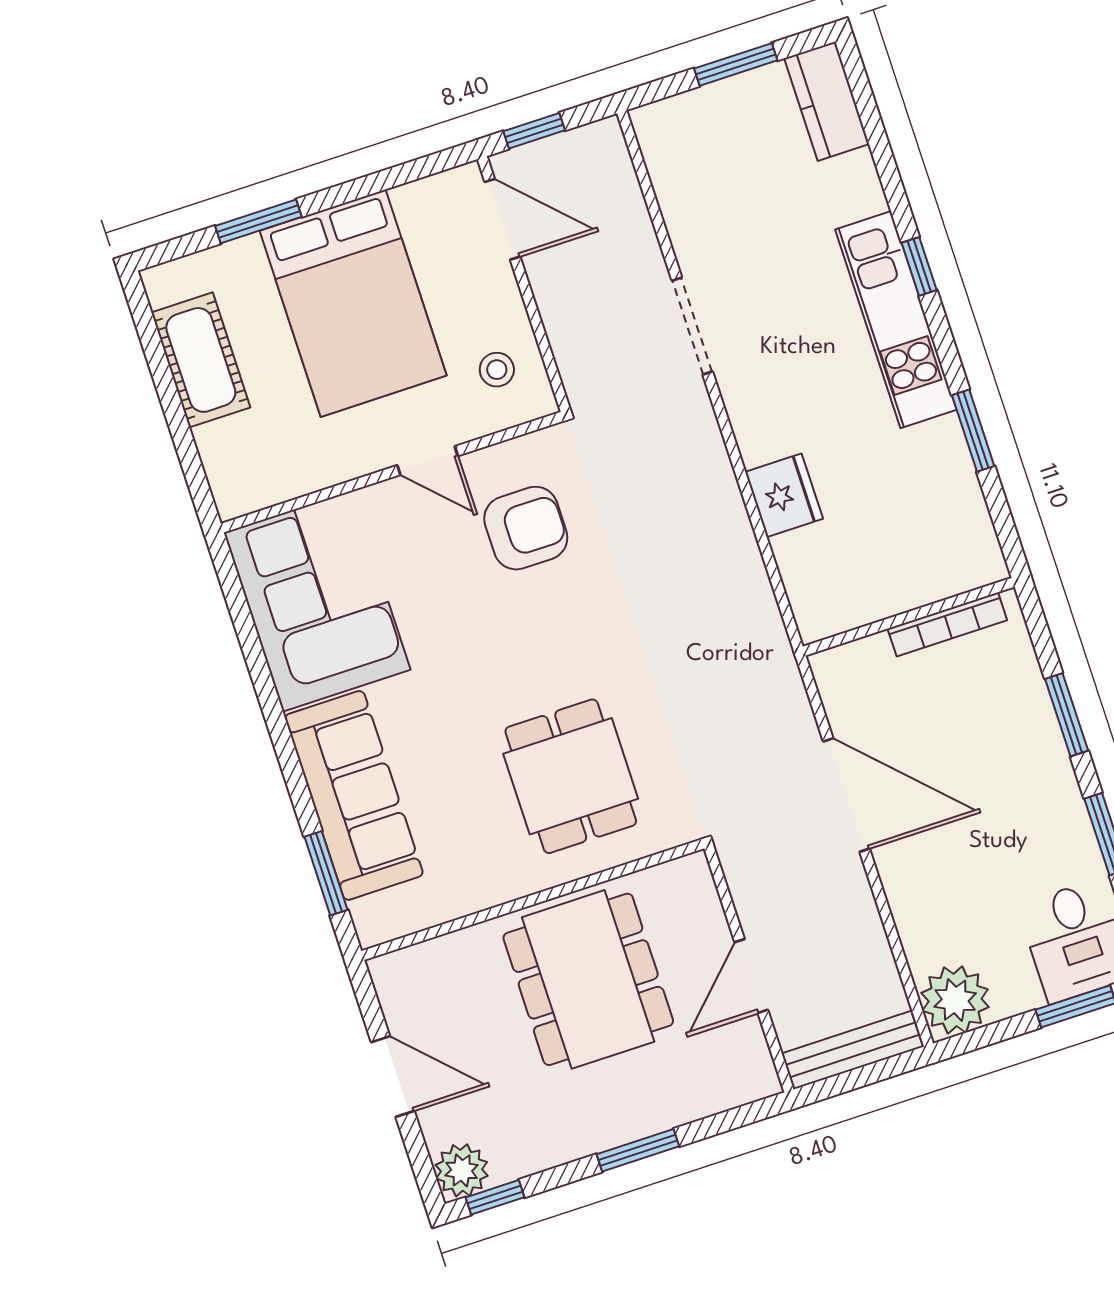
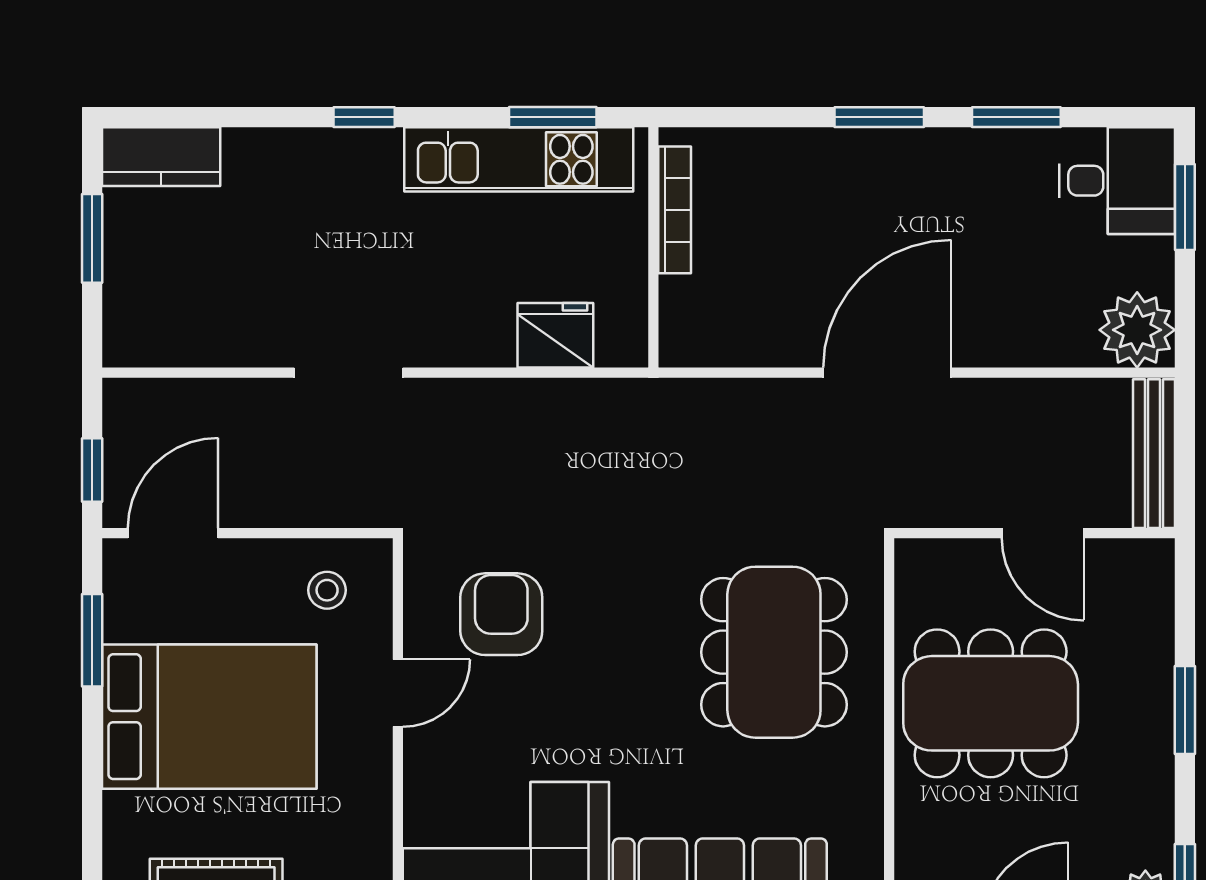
window: (258, 221) -> (92, 640), moved
kitchen unit: (896, 320) -> (519, 159), moved
wall: (909, 617) -> (653, 247), moved
bookcase: (947, 624) -> (675, 210), moved
dining table: (571, 776) -> (774, 652), width x1.38

